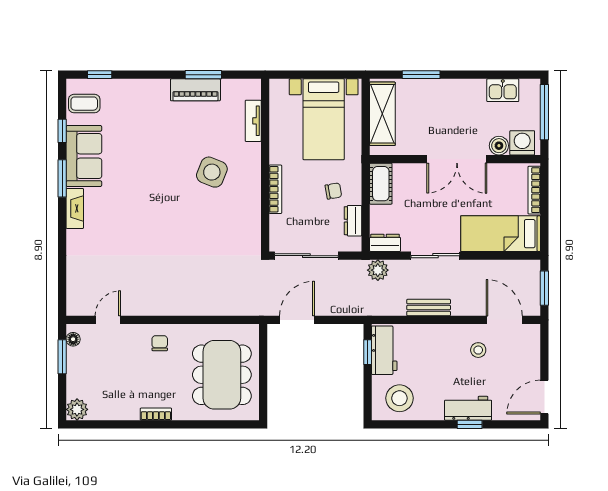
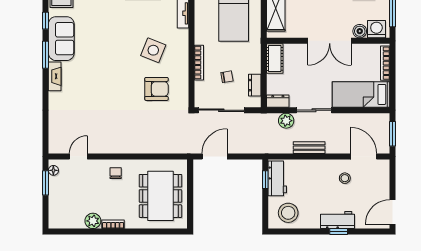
chair: (333, 191) -> (227, 77), moved
armchair: (216, 226) -> (157, 89), added
plant: (378, 270) -> (286, 121), moved
plant: (77, 409) -> (93, 221), moved

